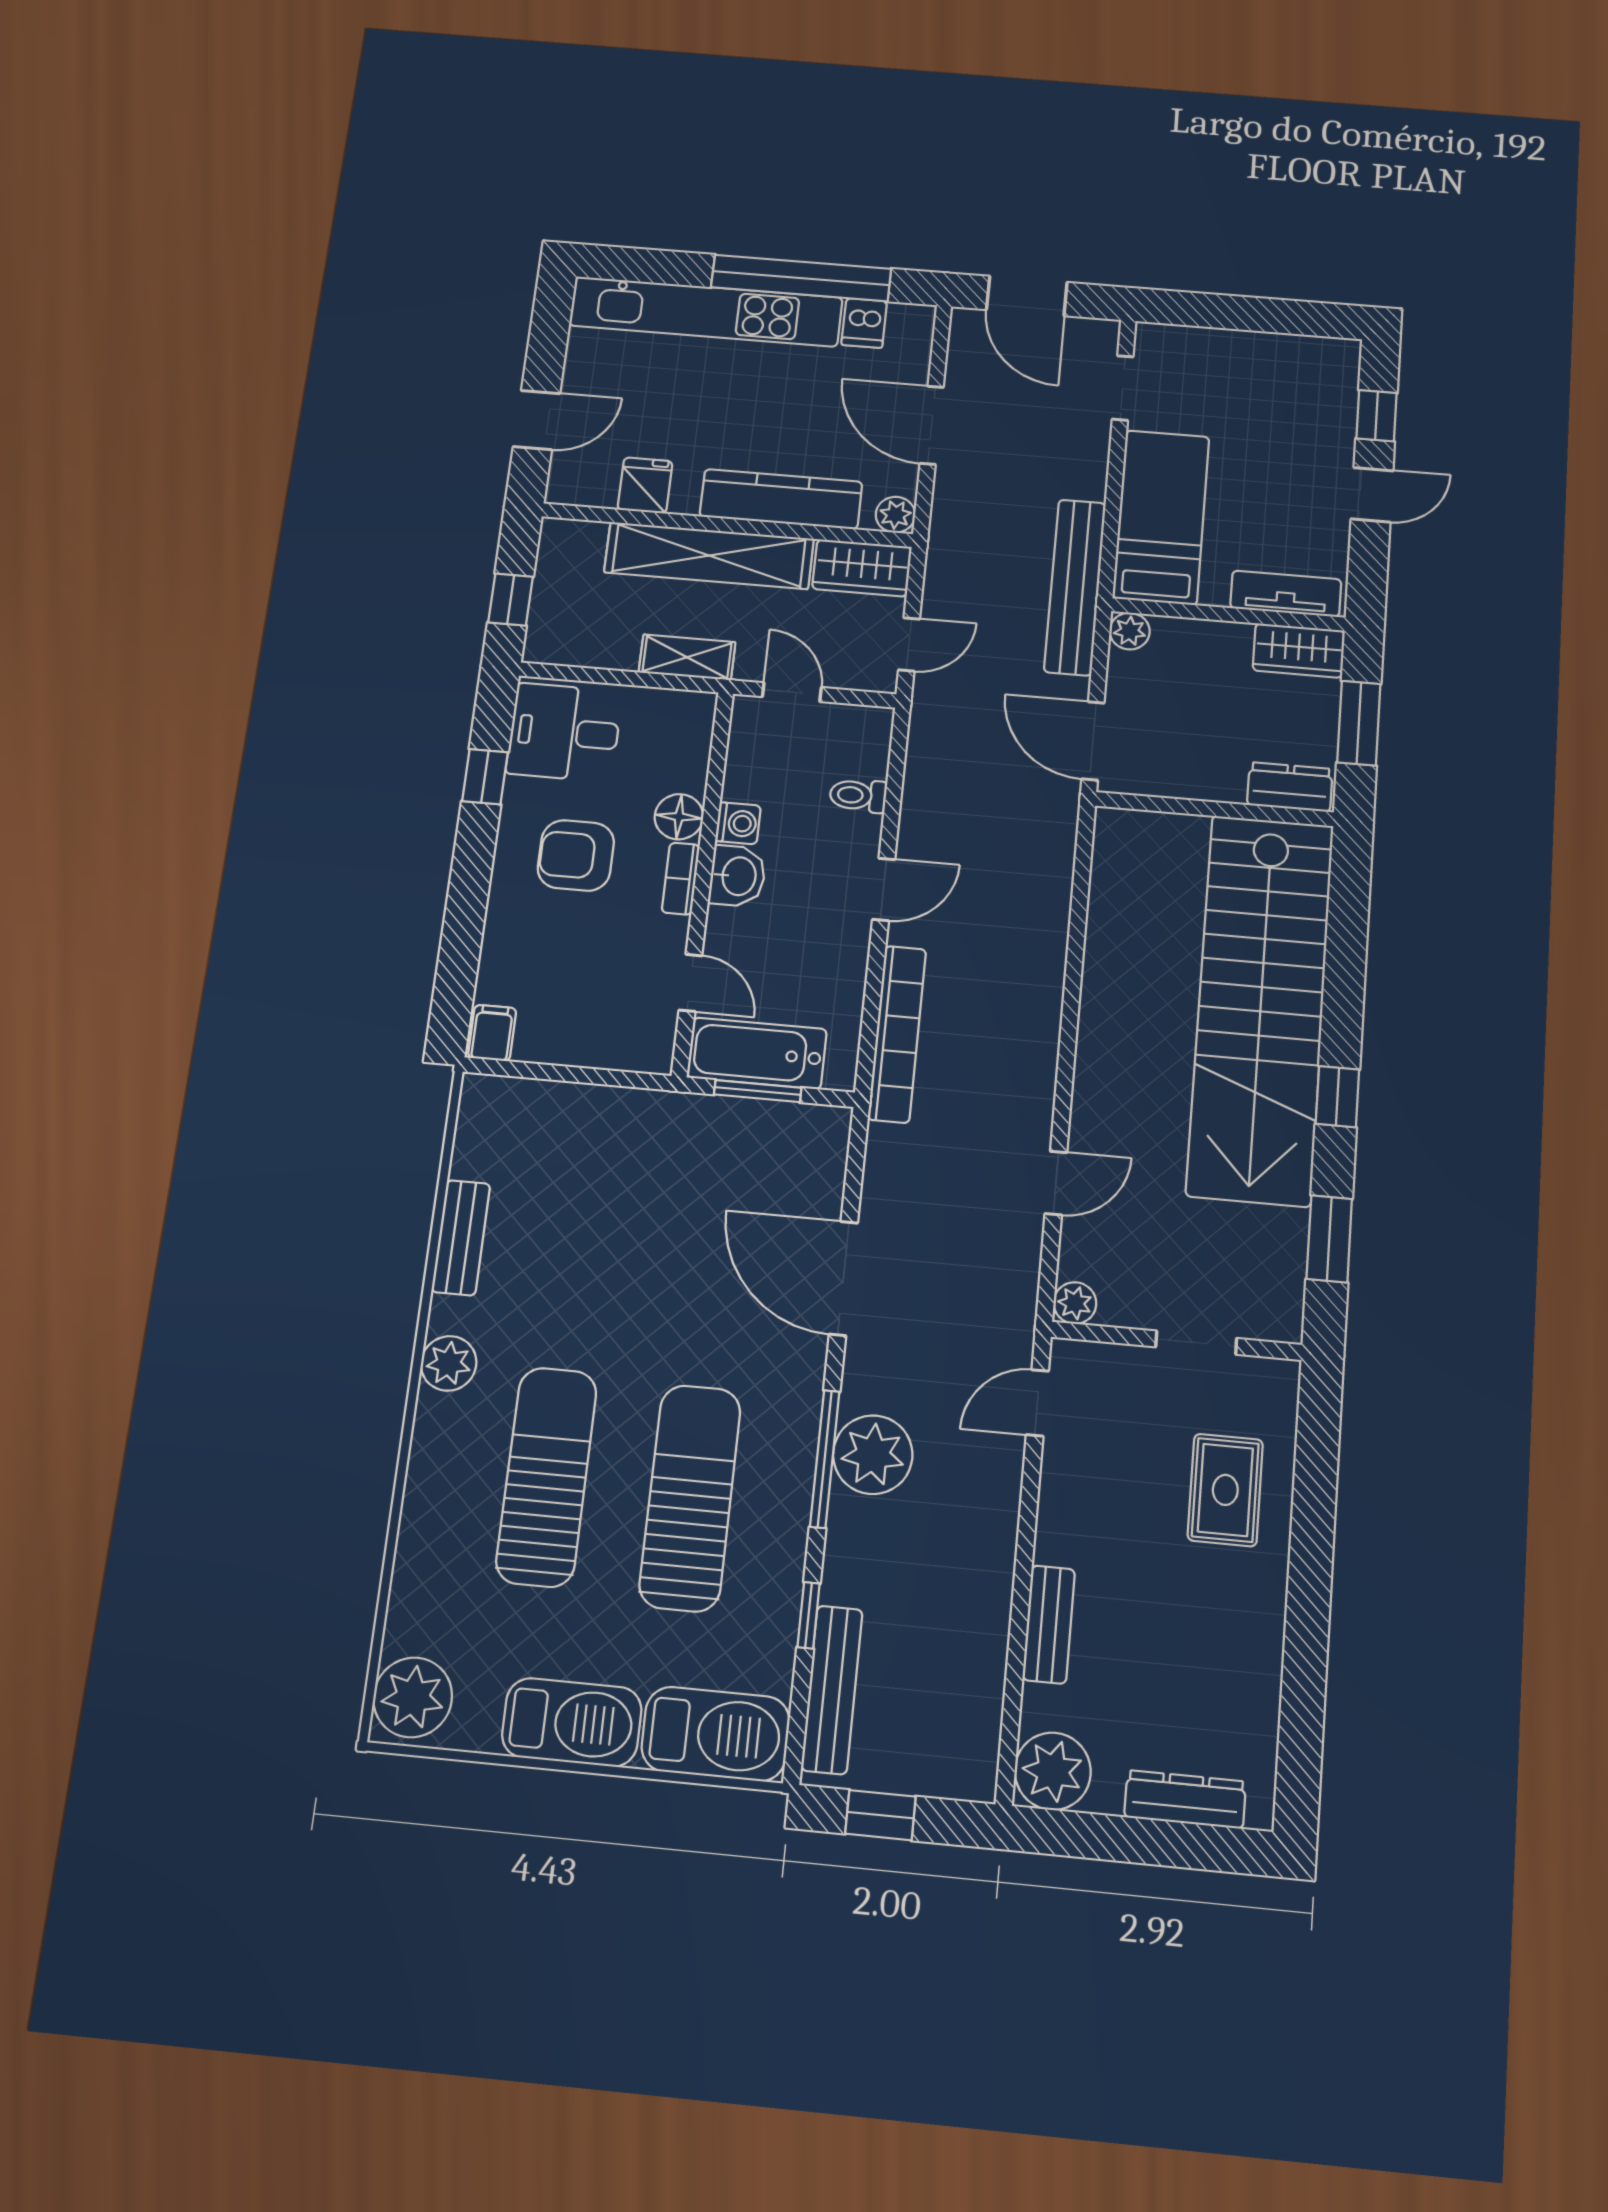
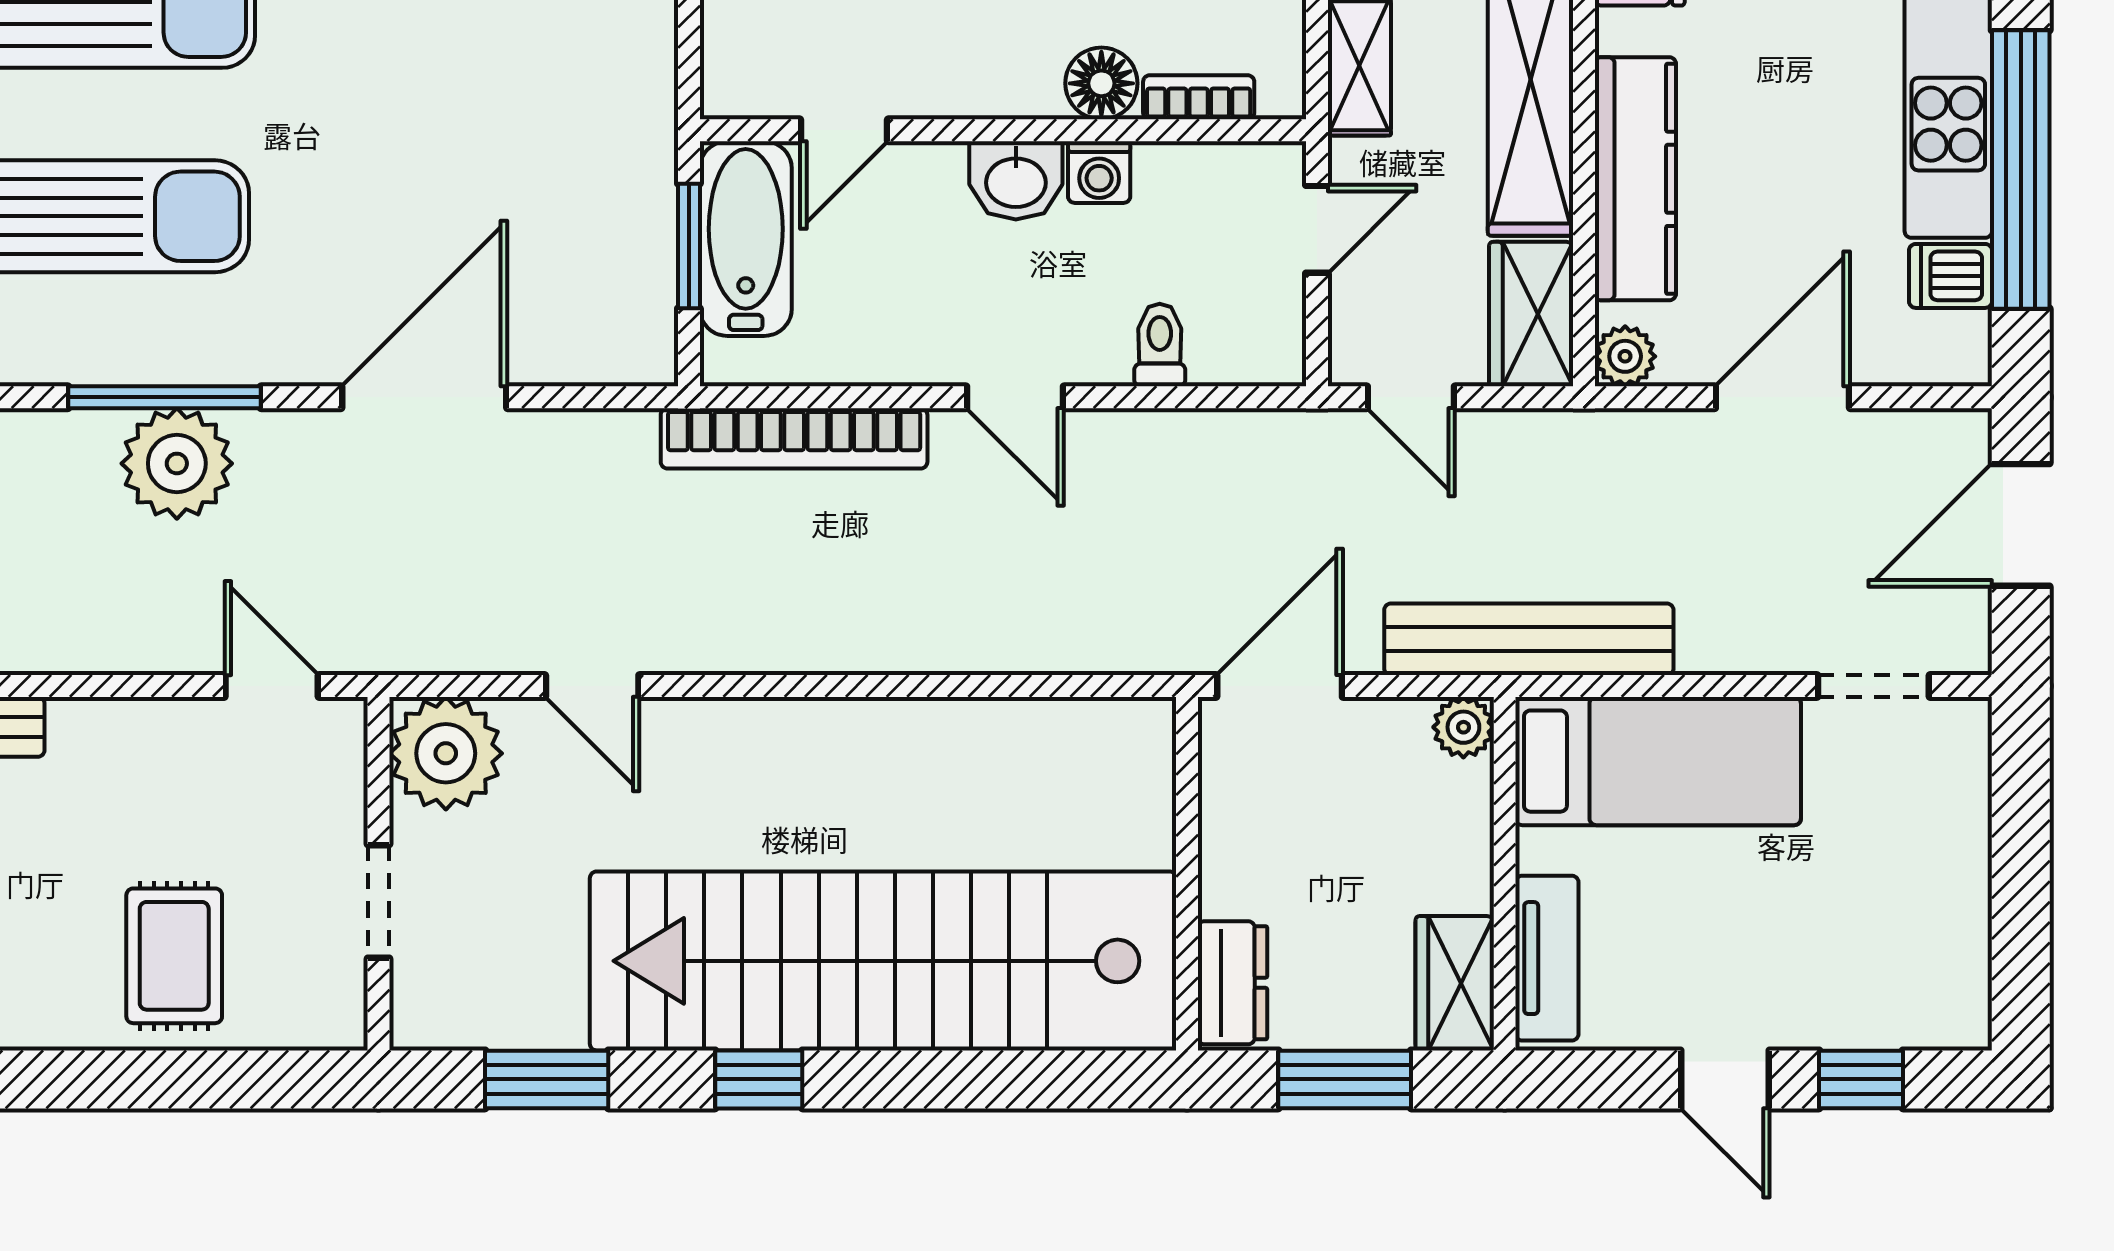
bookcase: (681, 879) -> (1199, 97), moved
plant: (1075, 1303) -> (446, 753), width x1.87, depth x1.87
rug: (1225, 1490) -> (174, 956), turned 90

